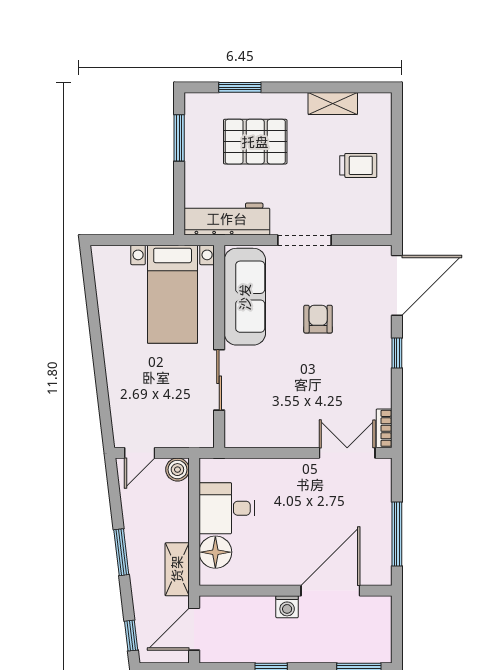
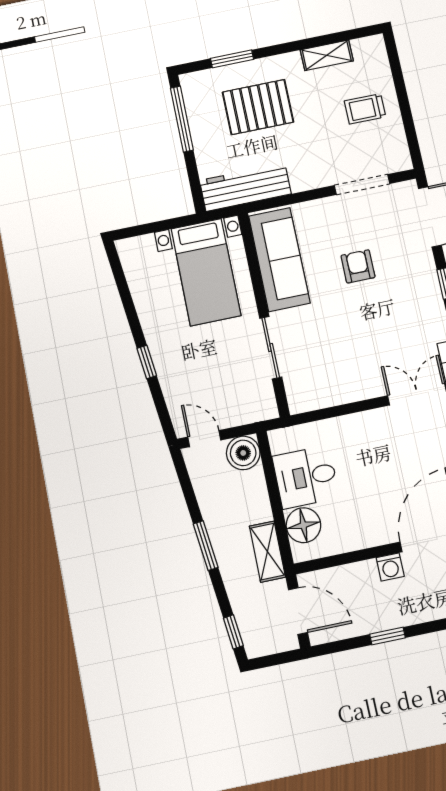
window: (179, 138) -> (182, 119), width x1.44
trolley: (358, 165) -> (365, 109), turned 180
doorway: (305, 240) -> (362, 185), moved
window: (100, 369) -> (147, 362), added
door: (140, 453) -> (204, 439), swing flipped
boiler: (177, 470) -> (243, 453), width x1.36, depth x1.36
door: (194, 629) -> (298, 611), swing flipped

